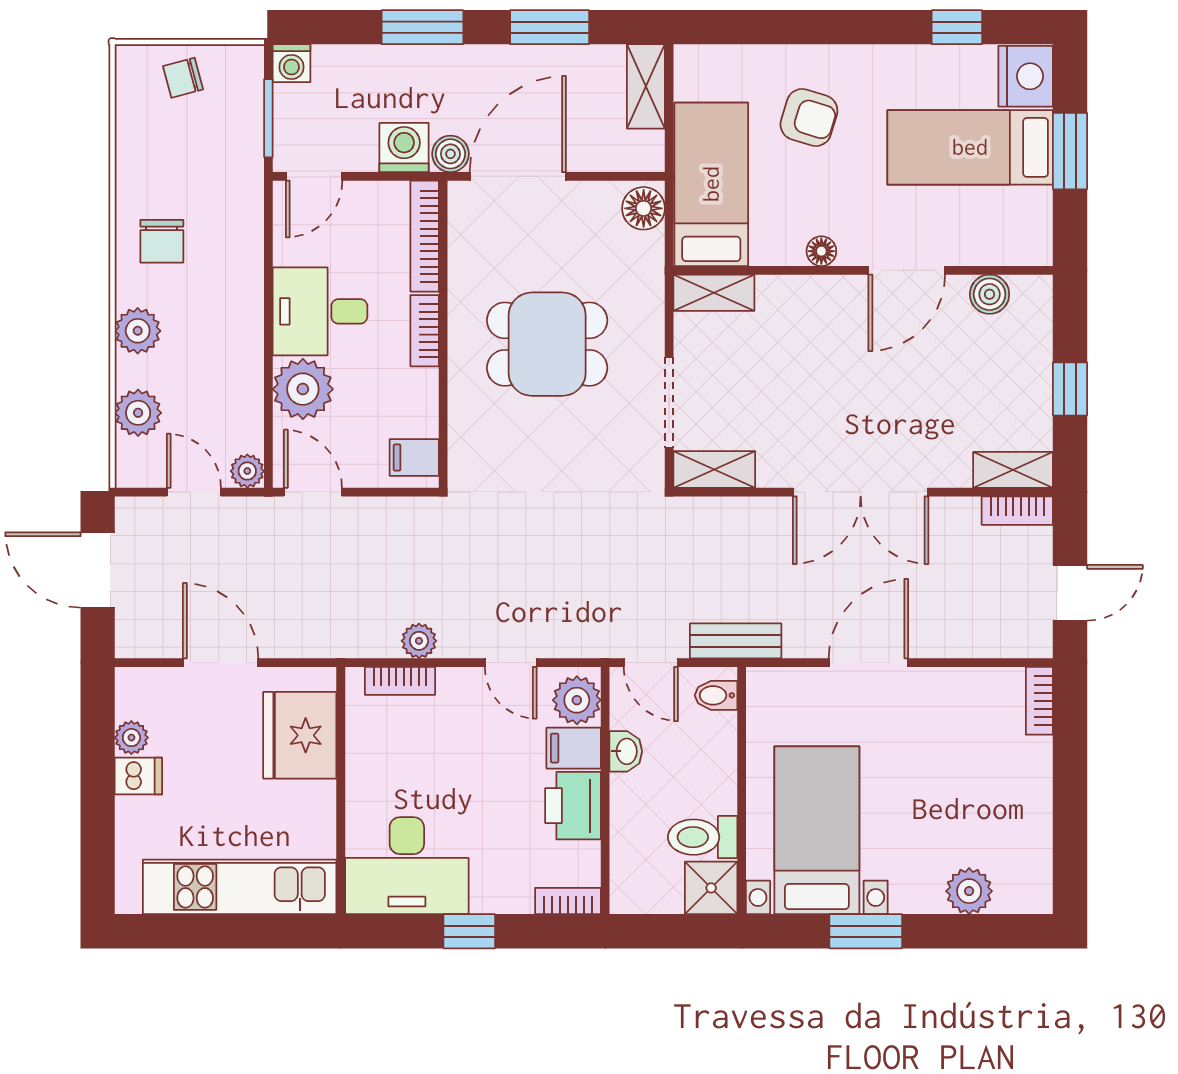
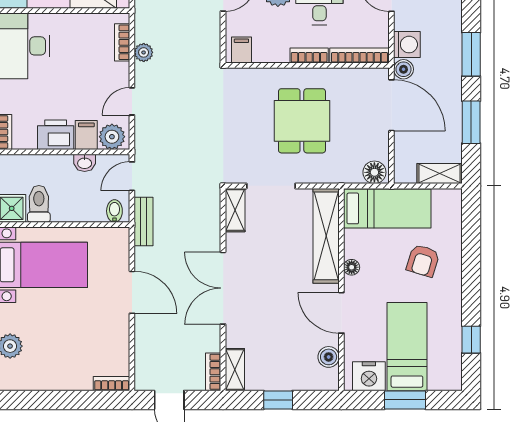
nightstand: (1026, 76) -> (369, 376), moved
shelving: (714, 293) -> (326, 236), width x2.20, depth x1.33

